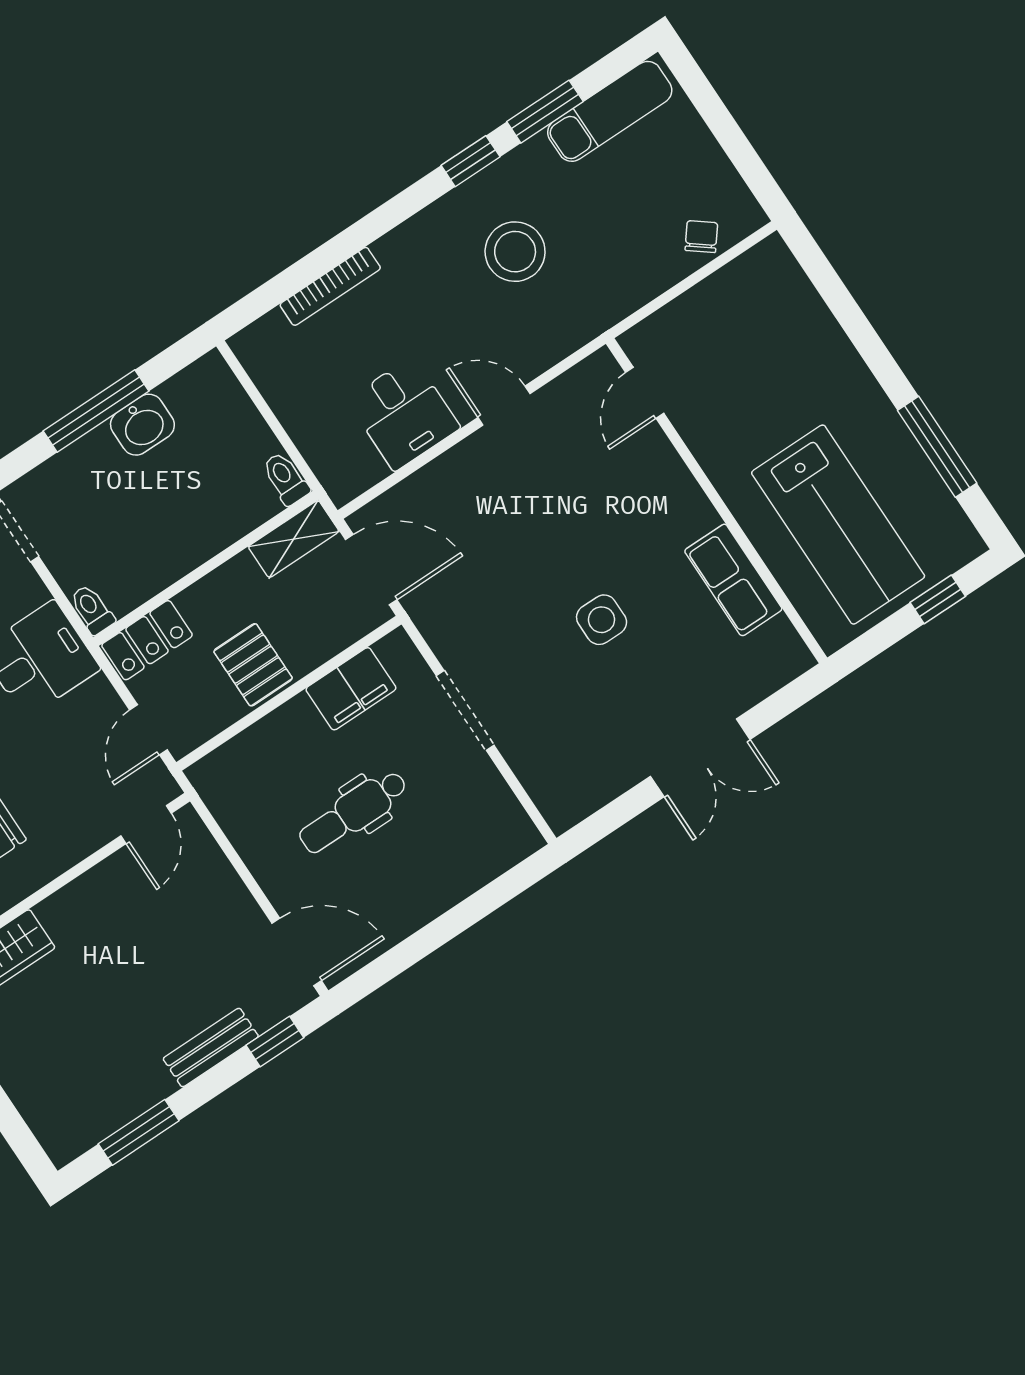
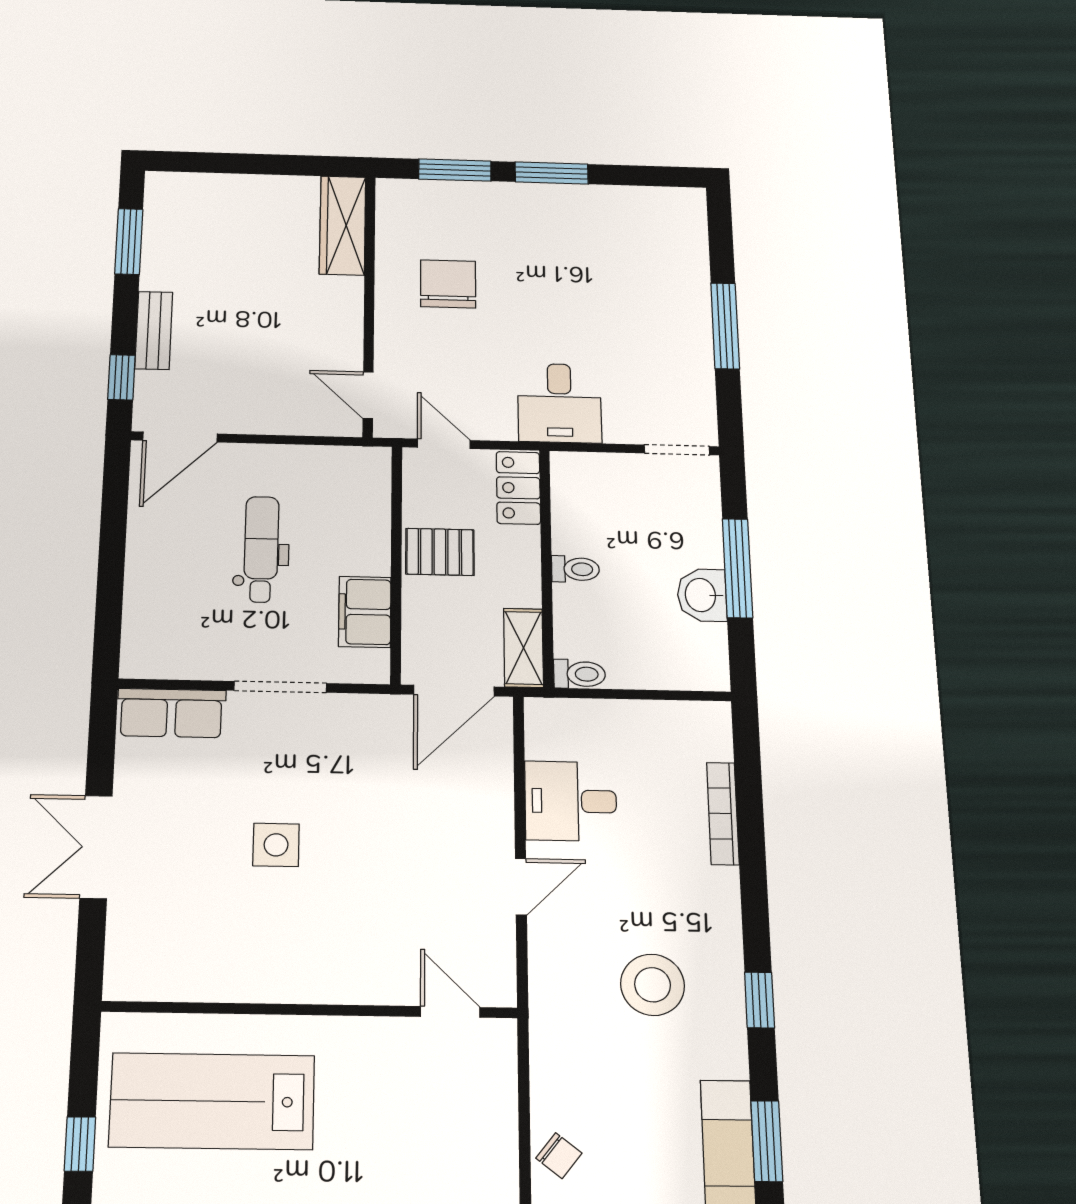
window: (545, 112) -> (767, 1141), moved
row of seats: (733, 580) -> (171, 713), moved, turned 180
toilet: (92, 609) -> (575, 569), moved

